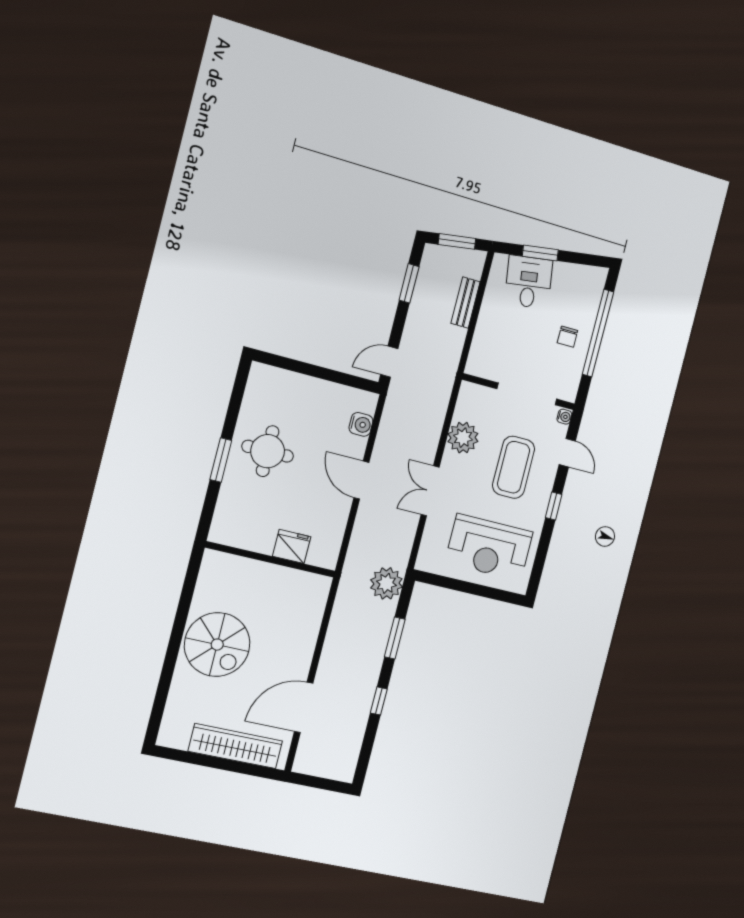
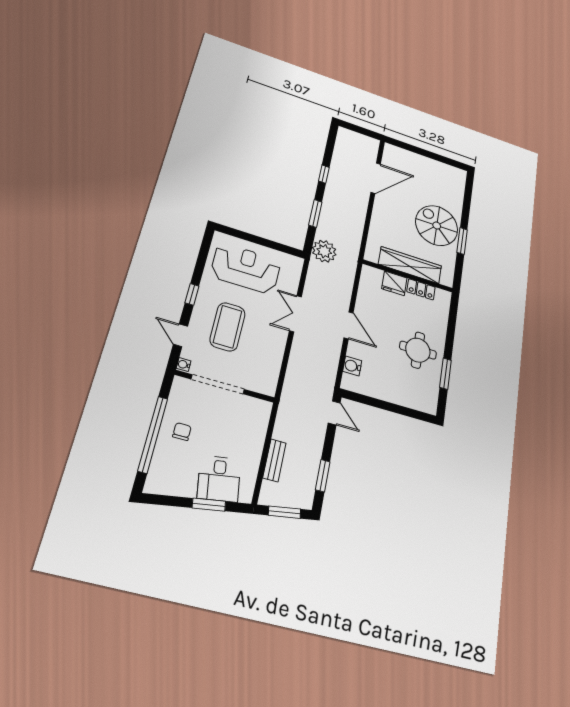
door: (389, 362) -> (334, 413), hinge flipped
plant: (463, 438) -> (271, 352), removed
window: (221, 460) -> (445, 374), moved
double door: (430, 491) -> (295, 314), swing flipped
locker: (253, 541) -> (421, 289), added
window: (179, 625) -> (462, 241), added
wardrobe: (235, 746) -> (410, 265), moved, turned 180

